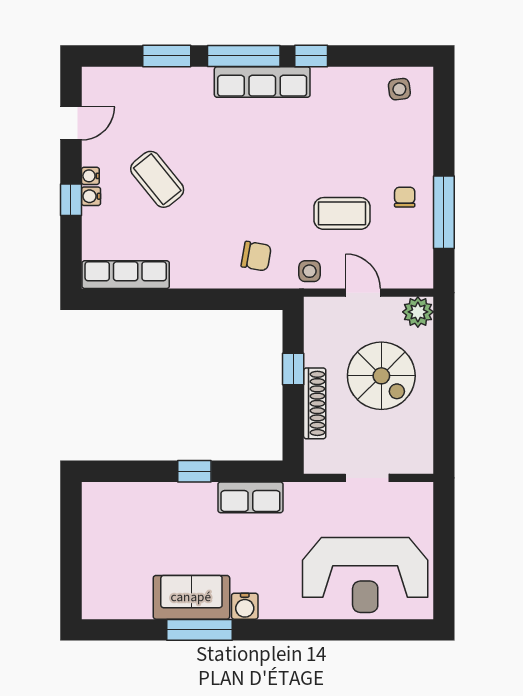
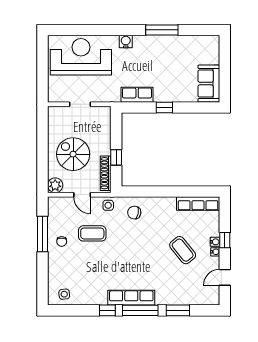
shoe rack: (315, 403) -> (106, 173), moved
sofa: (191, 597) -> (209, 84), moved, turned 90
water cooler: (245, 606) -> (126, 42), moved

